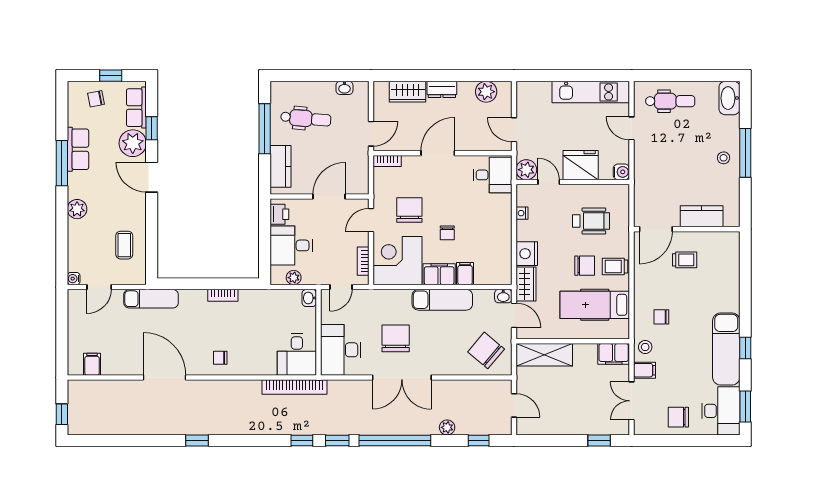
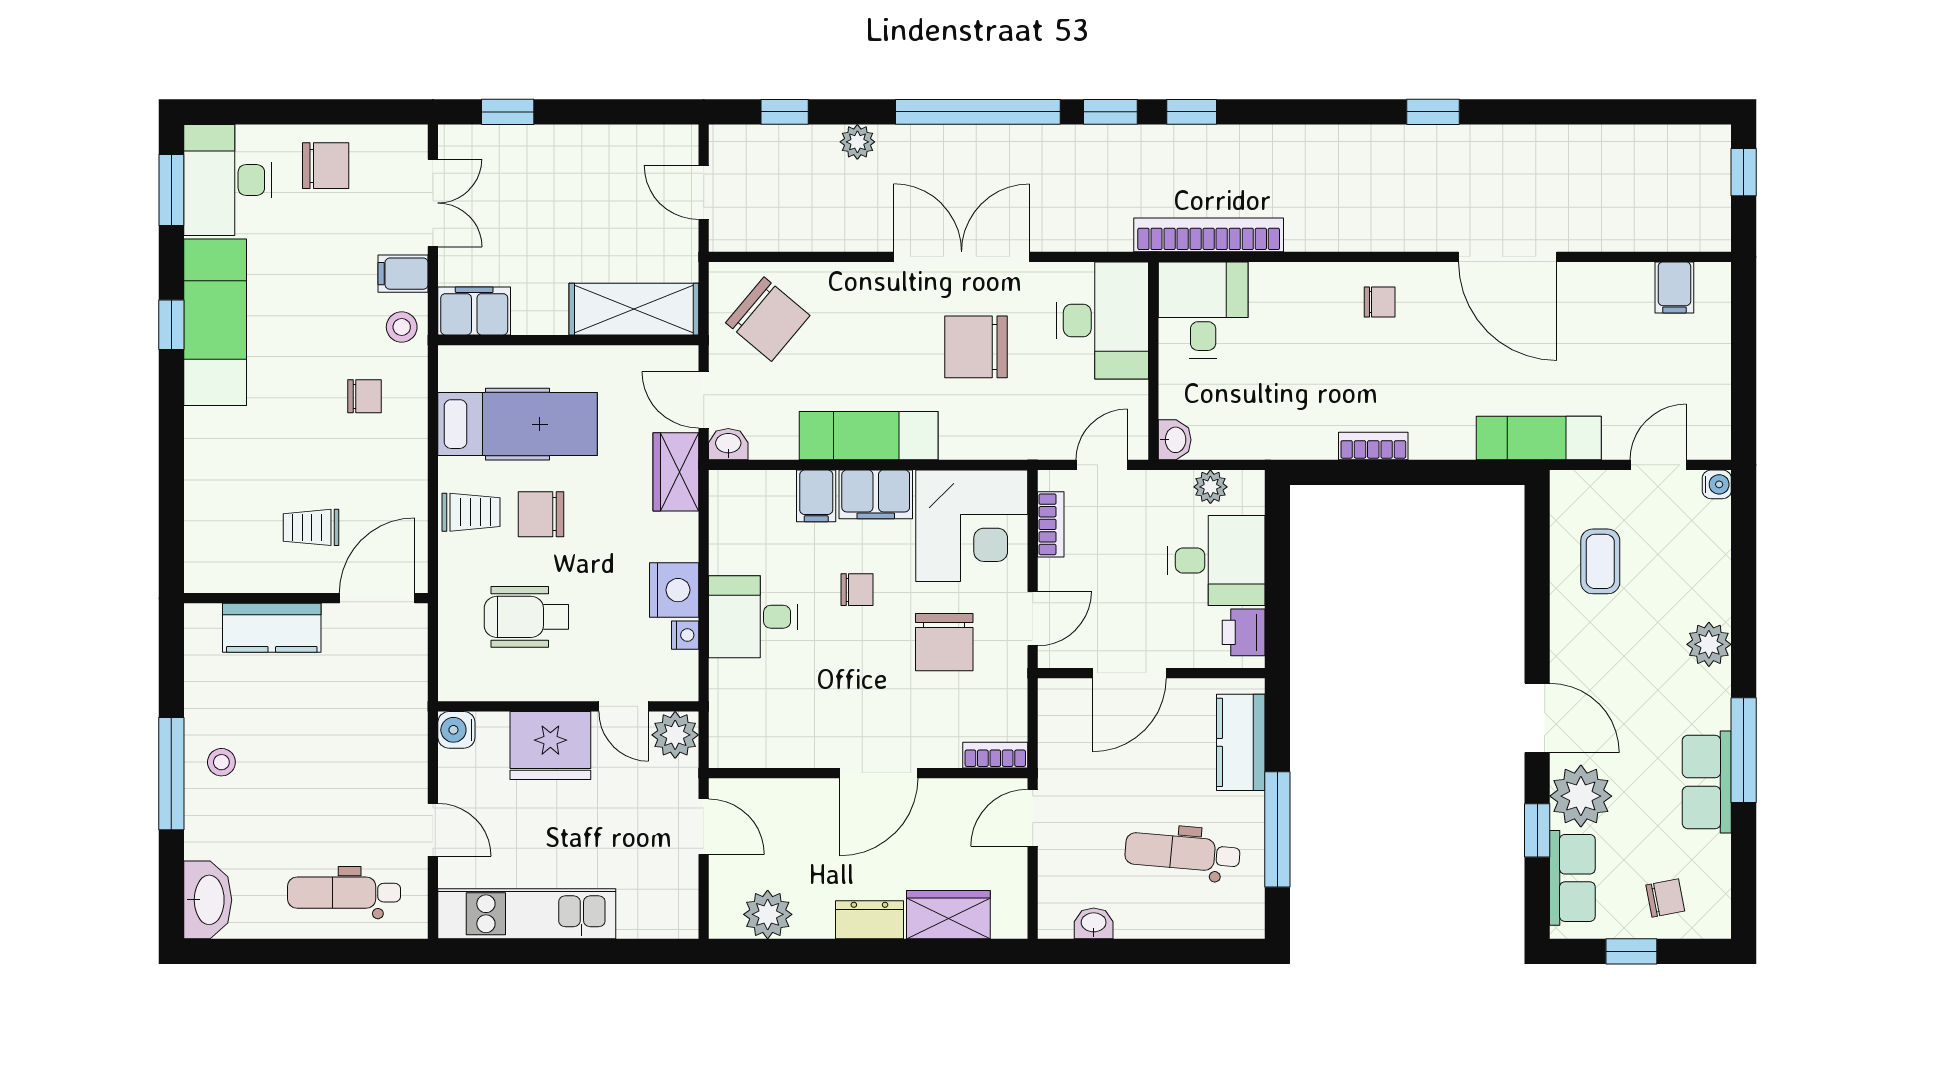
desk: (492, 175) -> (753, 617), moved
chair: (447, 233) -> (857, 590), turned 90
nightstand: (527, 254) -> (674, 590), moved
chair: (396, 338) -> (976, 347), turned 90

